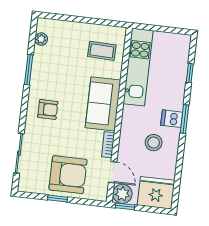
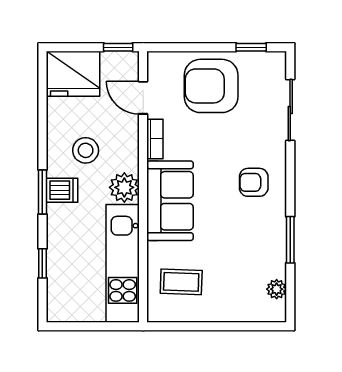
plant: (122, 194) -> (124, 187), moved
window: (58, 199) -> (251, 47), moved

